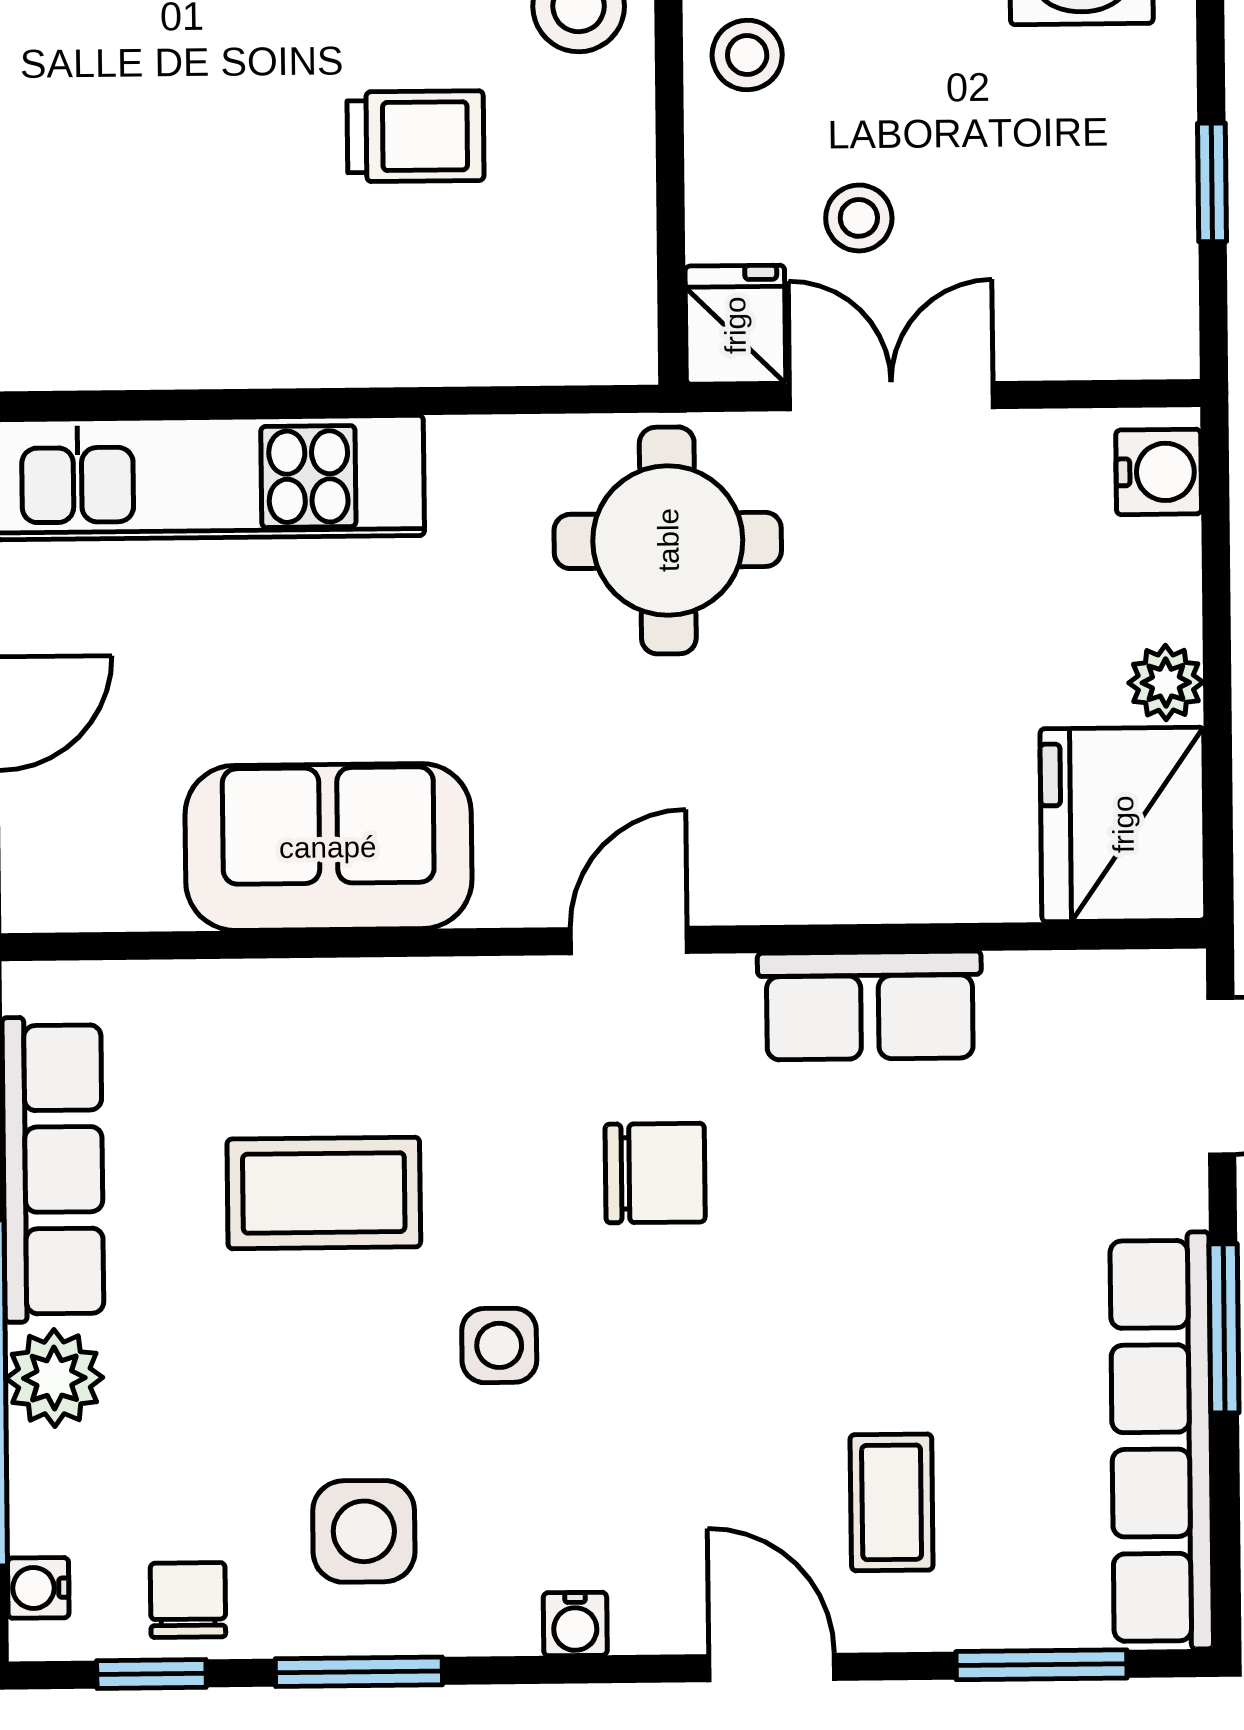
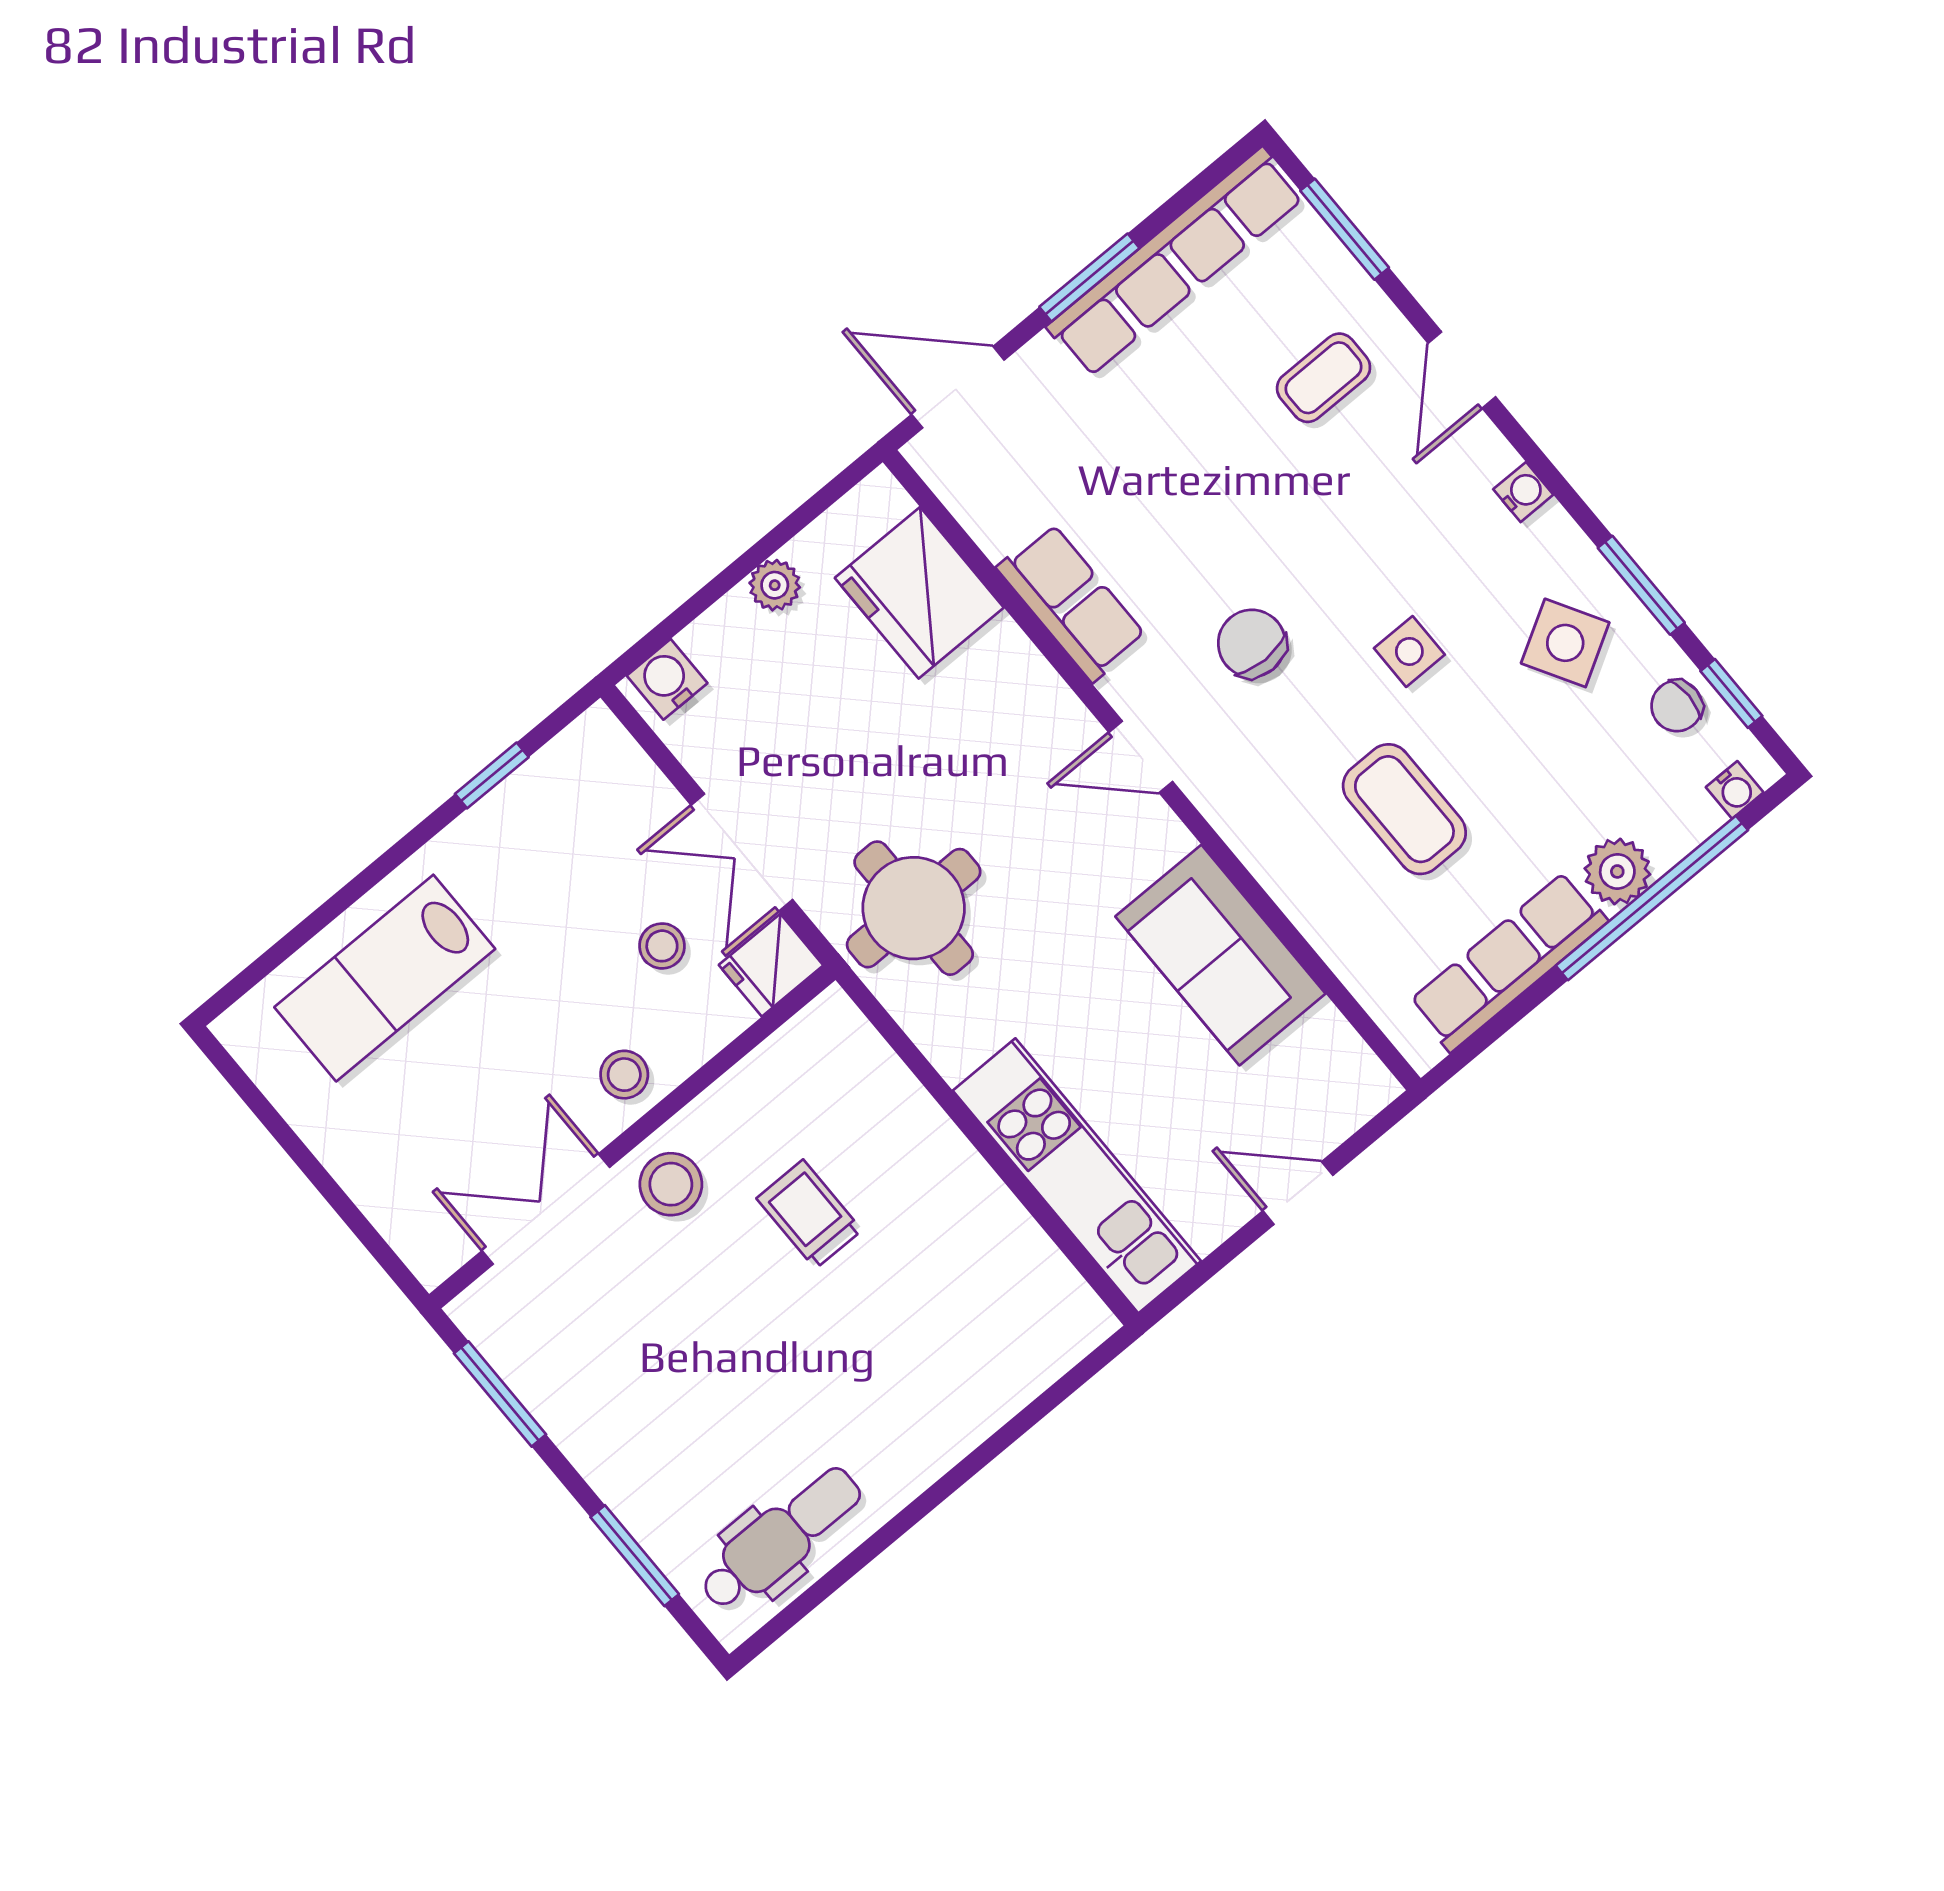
fridge: (1123, 824) -> (919, 593), moved, turned 90
side table: (364, 1531) -> (1565, 643), turned -30

